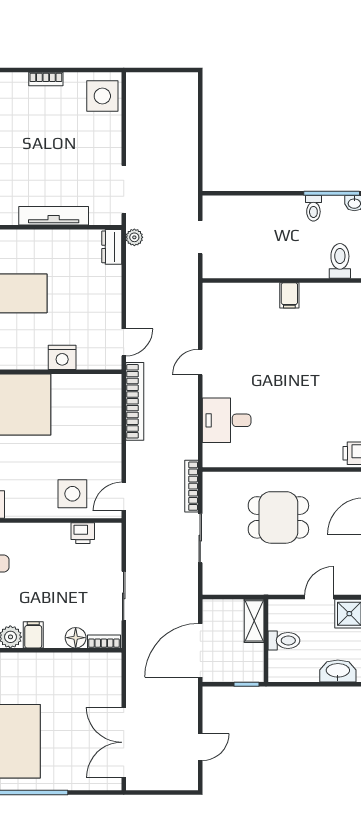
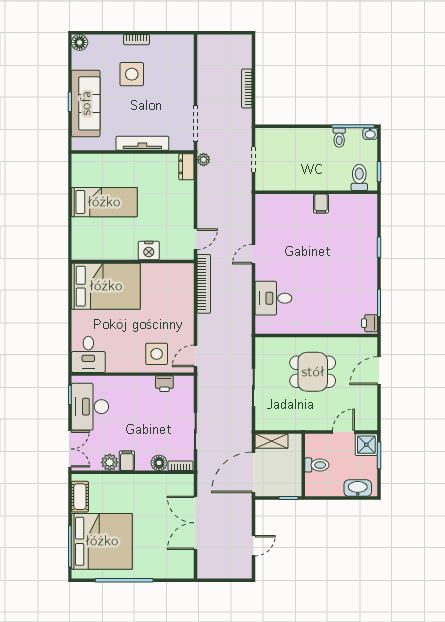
side table: (102, 96) -> (132, 74), moved
bookcase: (191, 486) -> (247, 89), moved
shelving: (254, 621) -> (271, 441), moved, turned 90
double door: (124, 742) -> (195, 523), moved

